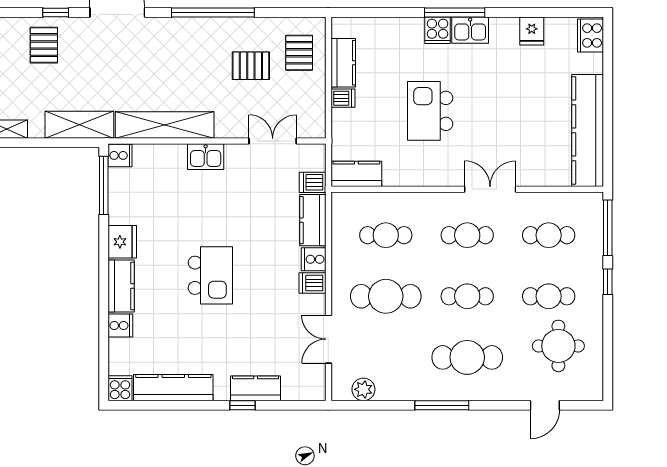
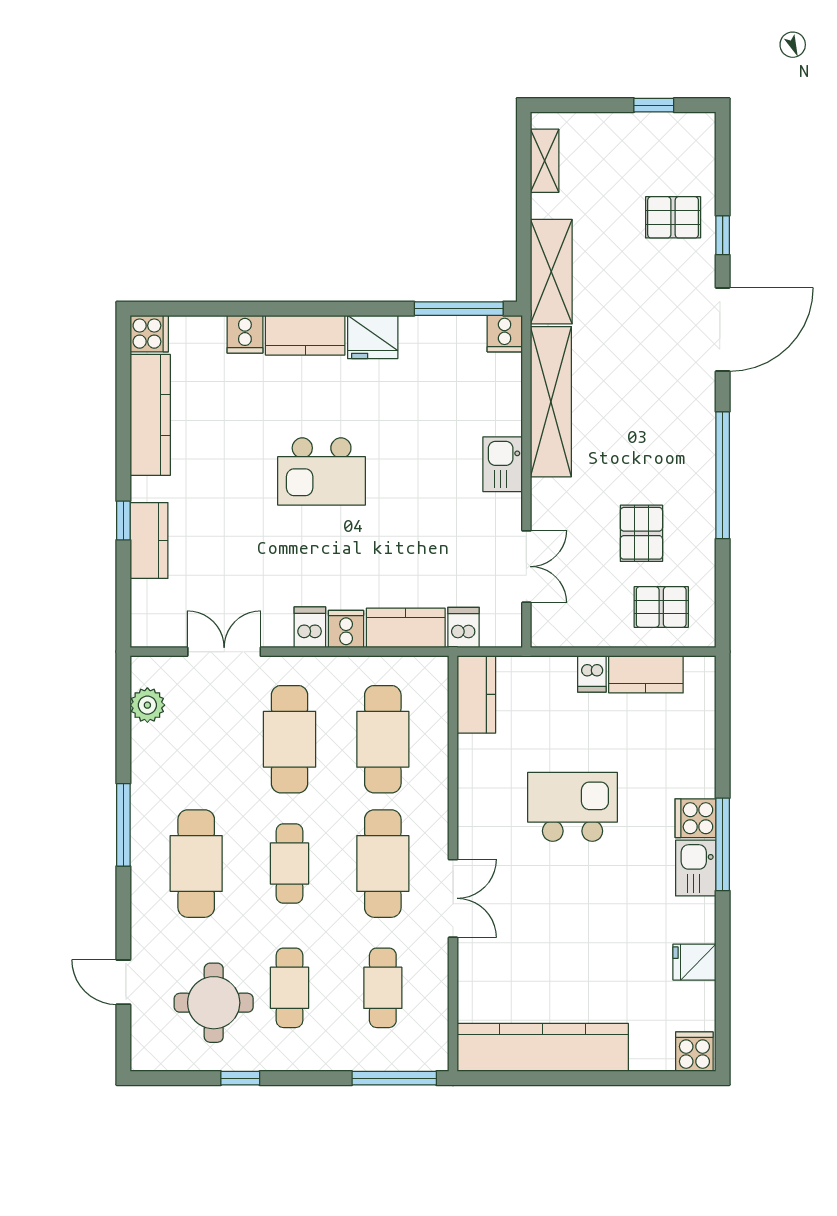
cooker: (590, 35) -> (694, 1052), width x0.73
cafe table: (386, 235) -> (383, 739), width x1.37, depth x1.35
cafe table: (467, 235) -> (383, 864), width x1.37, depth x1.35
window: (608, 282) -> (240, 1078), moved

